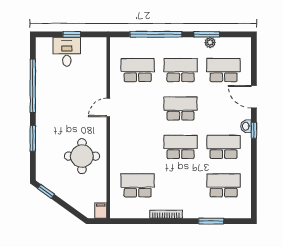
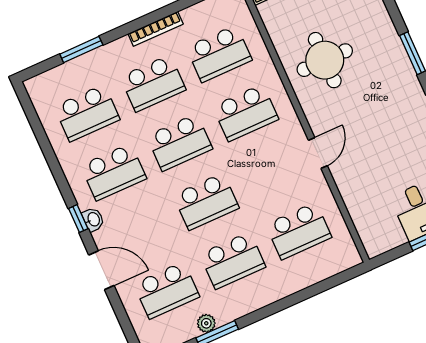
window: (156, 34) -> (295, 298), removed
school desk: (138, 147) -> (246, 113), added
school desk: (181, 185) -> (153, 83), added

